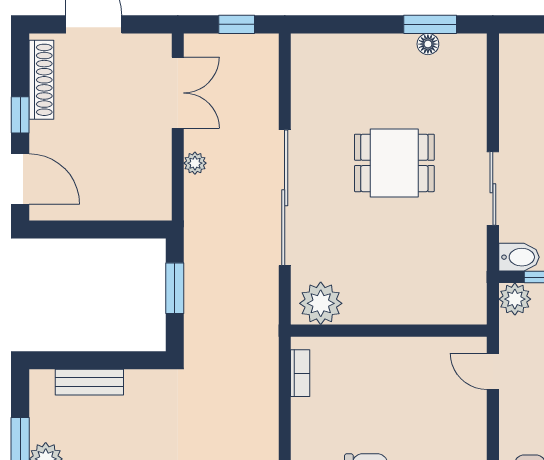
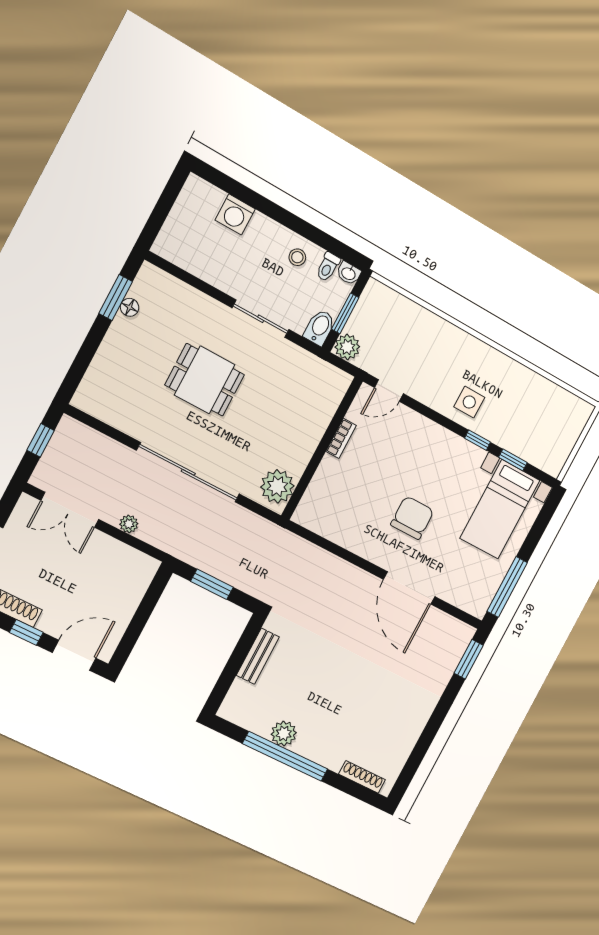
double door: (178, 93) -> (70, 510), swing flipped
dining table: (394, 163) -> (205, 380), turned 90
bookcase: (300, 373) -> (341, 438), moved, turned 90
bench: (89, 382) -> (258, 656), moved

